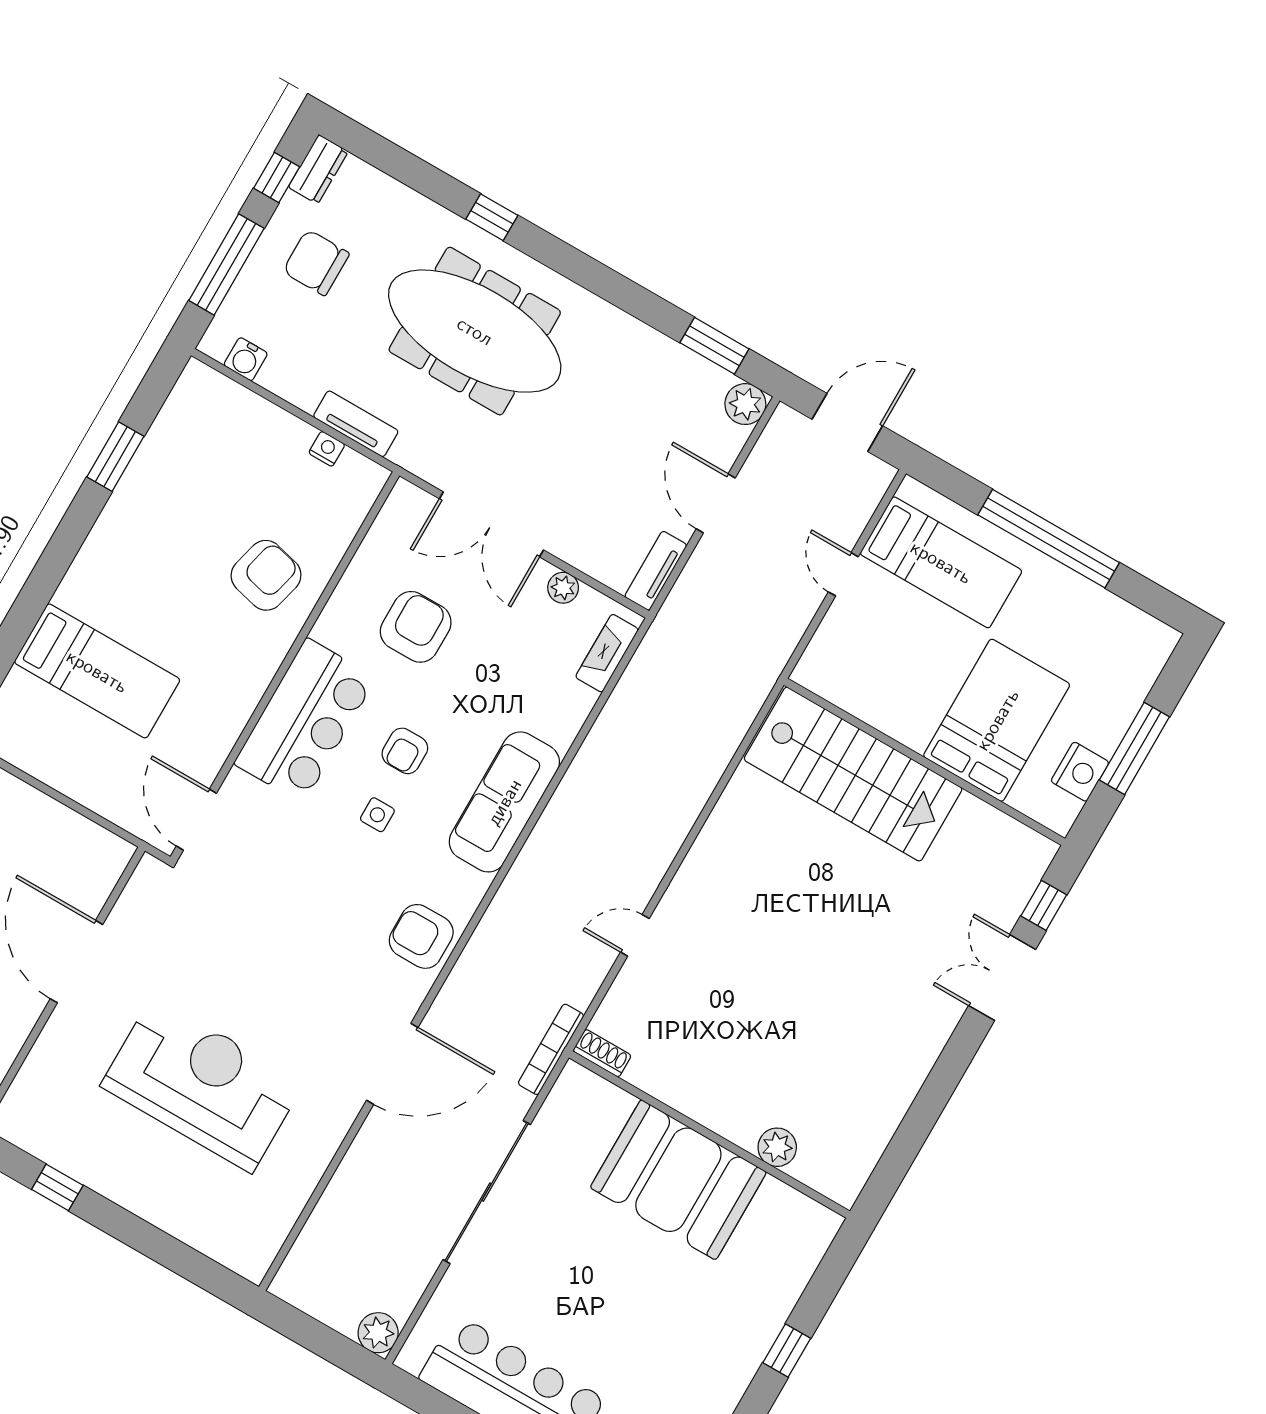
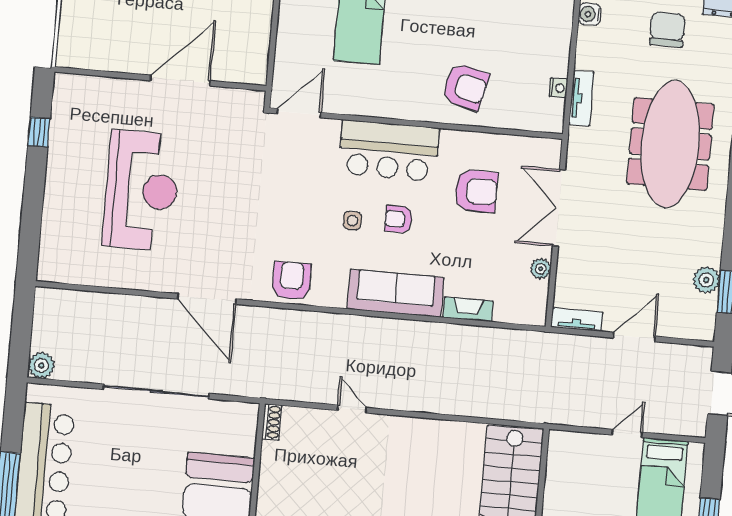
plant: (745, 404) -> (706, 280), moved
fireplace: (607, 653) -> (468, 309), moved
bookcase: (551, 1049) -> (260, 390), removed

